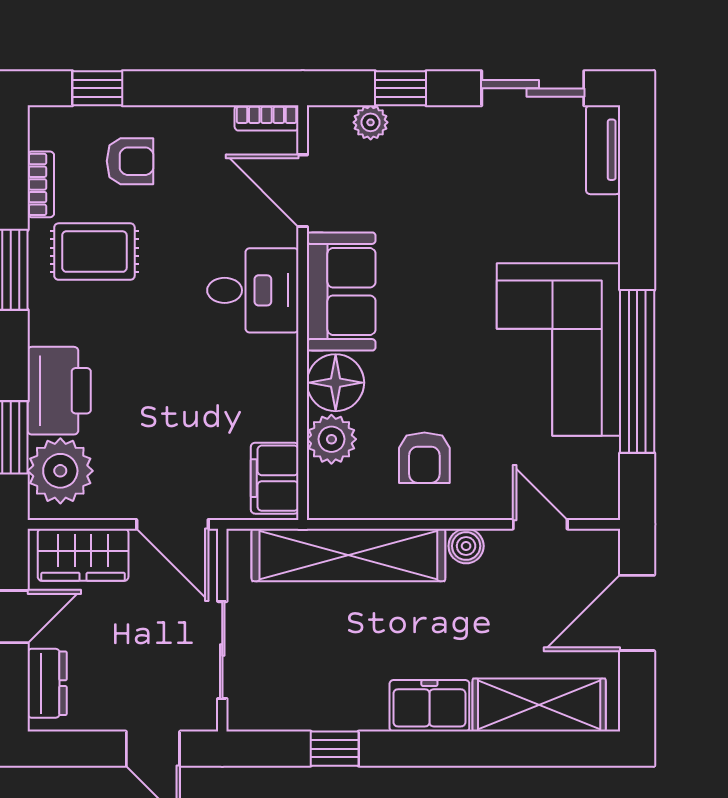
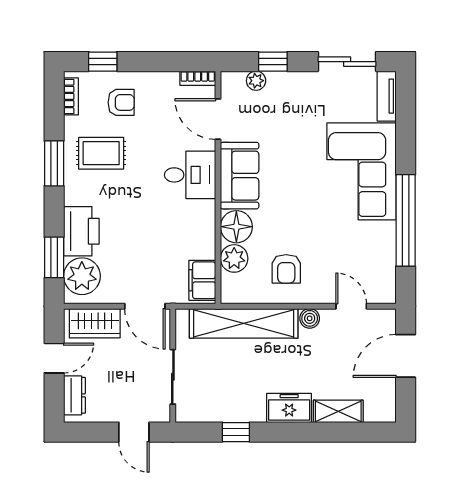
bookcase: (41, 184) -> (71, 96), moved
corner sofa: (559, 350) -> (362, 171), moved
shelving: (539, 705) -> (338, 411), width x0.67, depth x0.75

